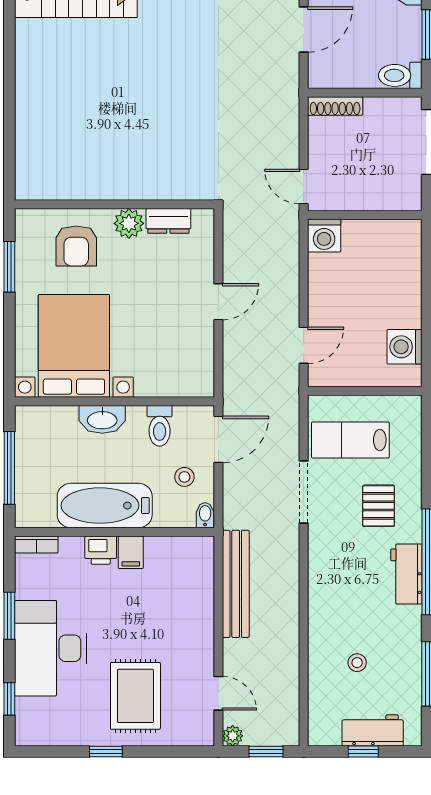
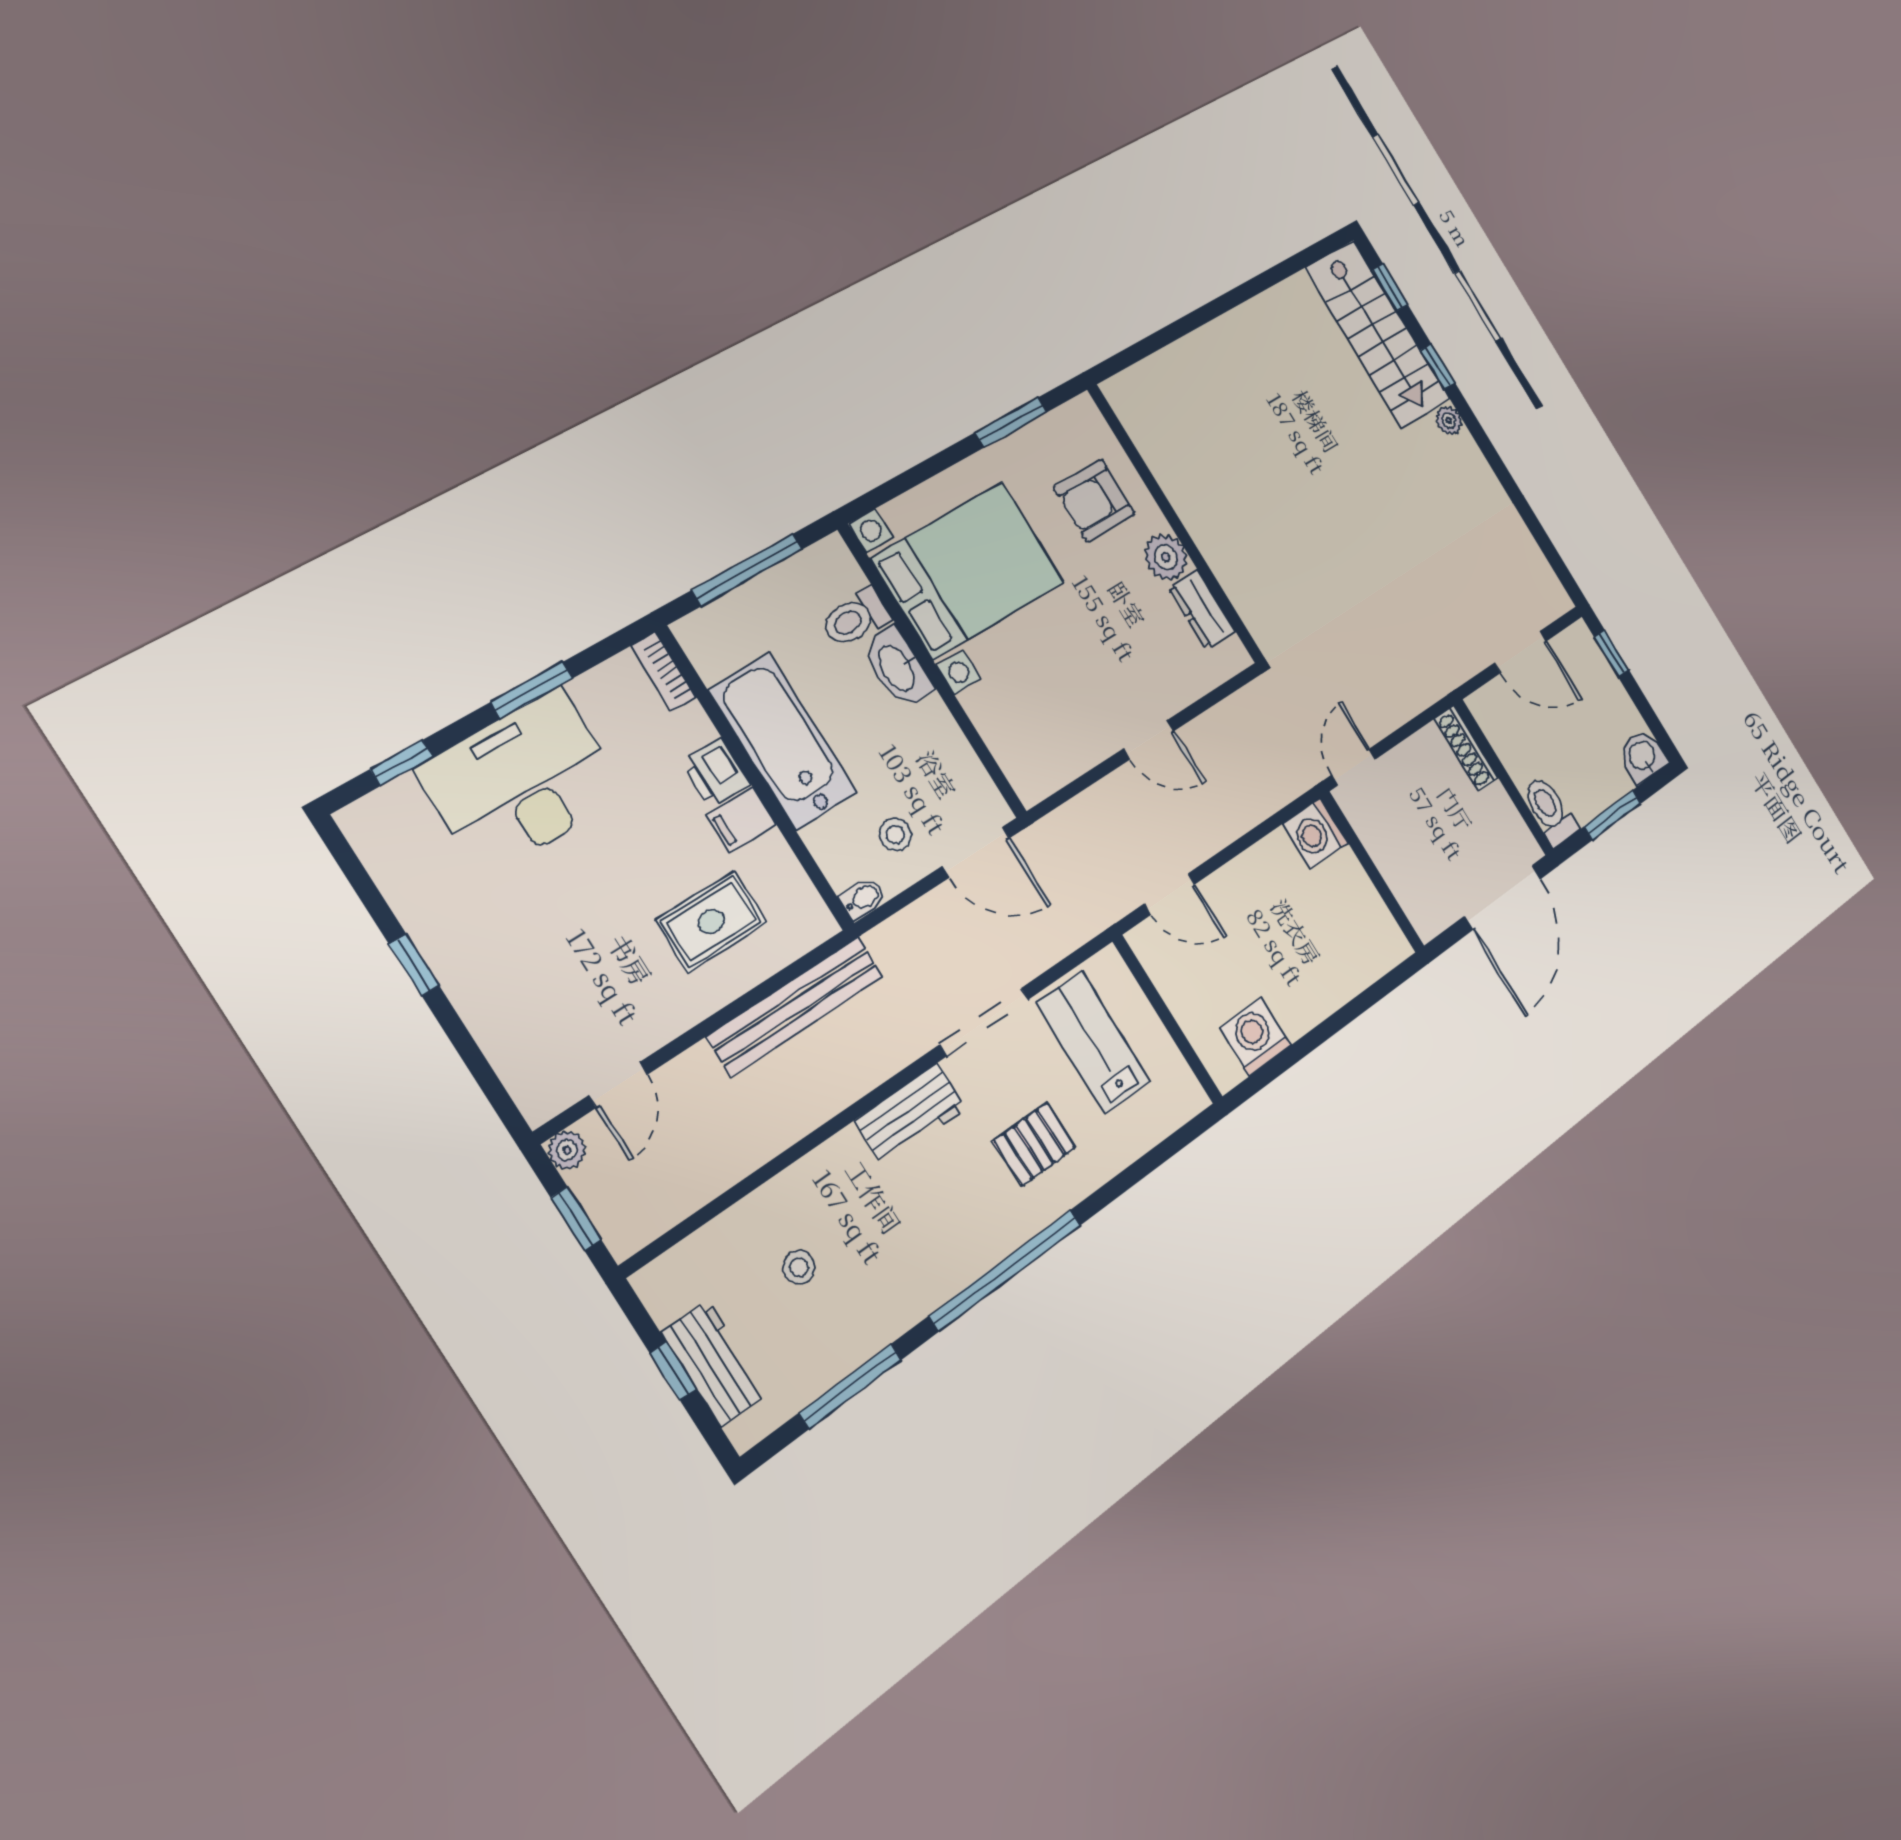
toilet: (160, 426) -> (855, 618), moved
workbench: (406, 574) -> (911, 1114), moved, turned 180
rug: (135, 696) -> (711, 922), moved, width x0.73, depth x0.70

